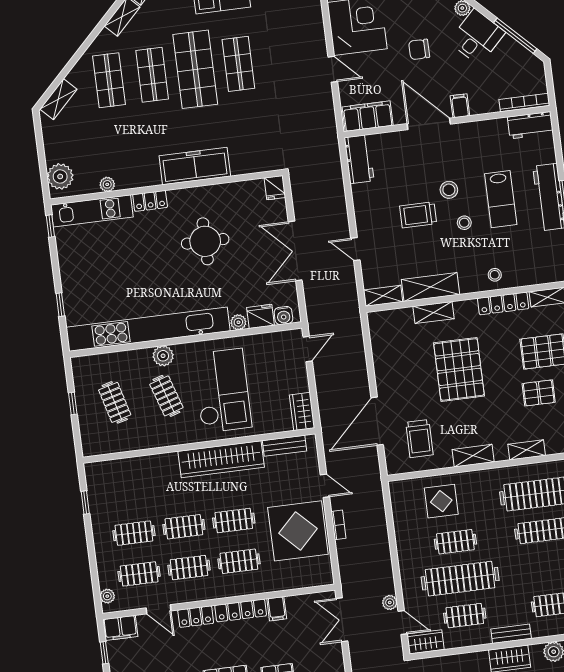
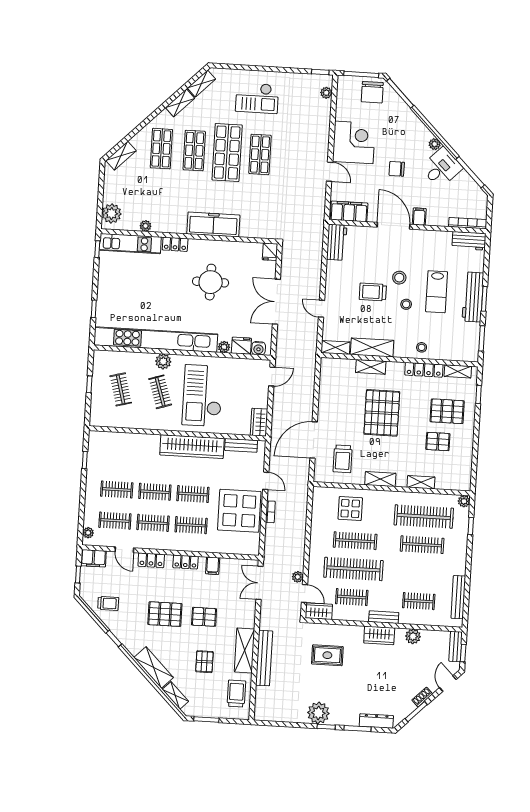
checkout: (222, 391) -> (202, 396), turned 180
clothes rail: (455, 542) -> (355, 541), width x1.36
locker: (241, 610) -> (185, 562), width x0.66

